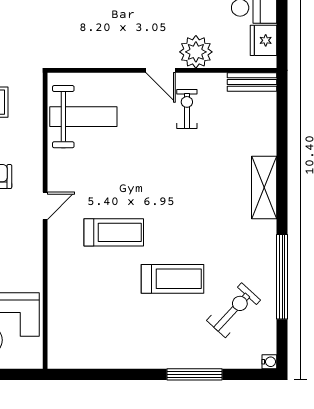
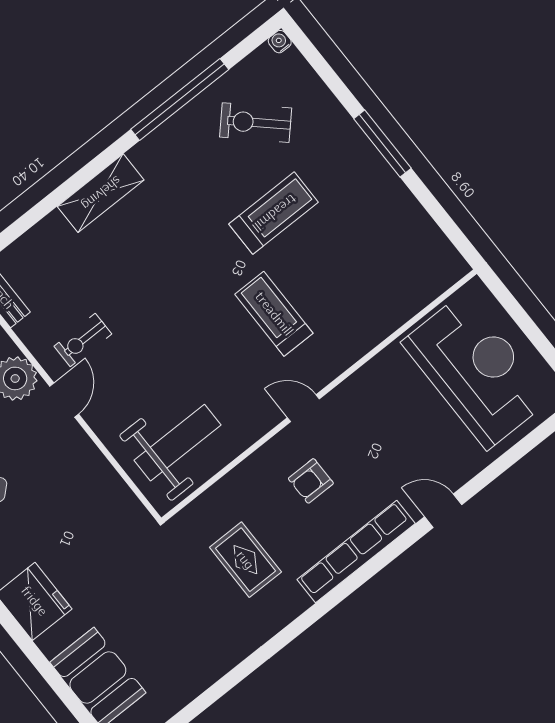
weight bench: (83, 117) -> (178, 443), turned 90
treadmill: (172, 279) -> (274, 213), turned 90
window: (194, 374) -> (382, 143), moved

